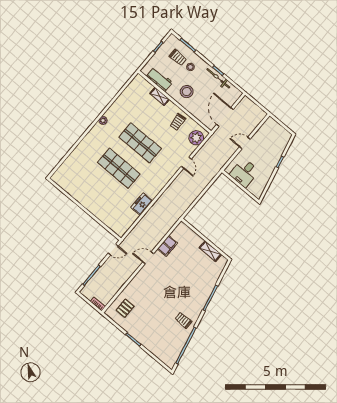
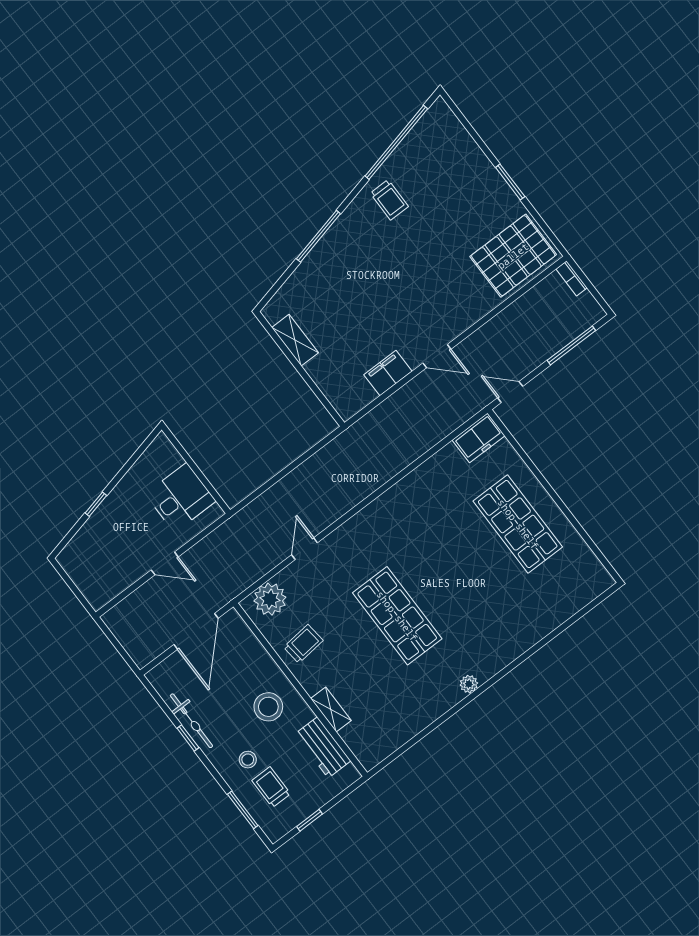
shop shelf: (119, 168) -> (518, 524), moved
freezer: (142, 204) -> (479, 438), moved
pallet: (125, 308) -> (513, 256), width x2.05, depth x2.00

